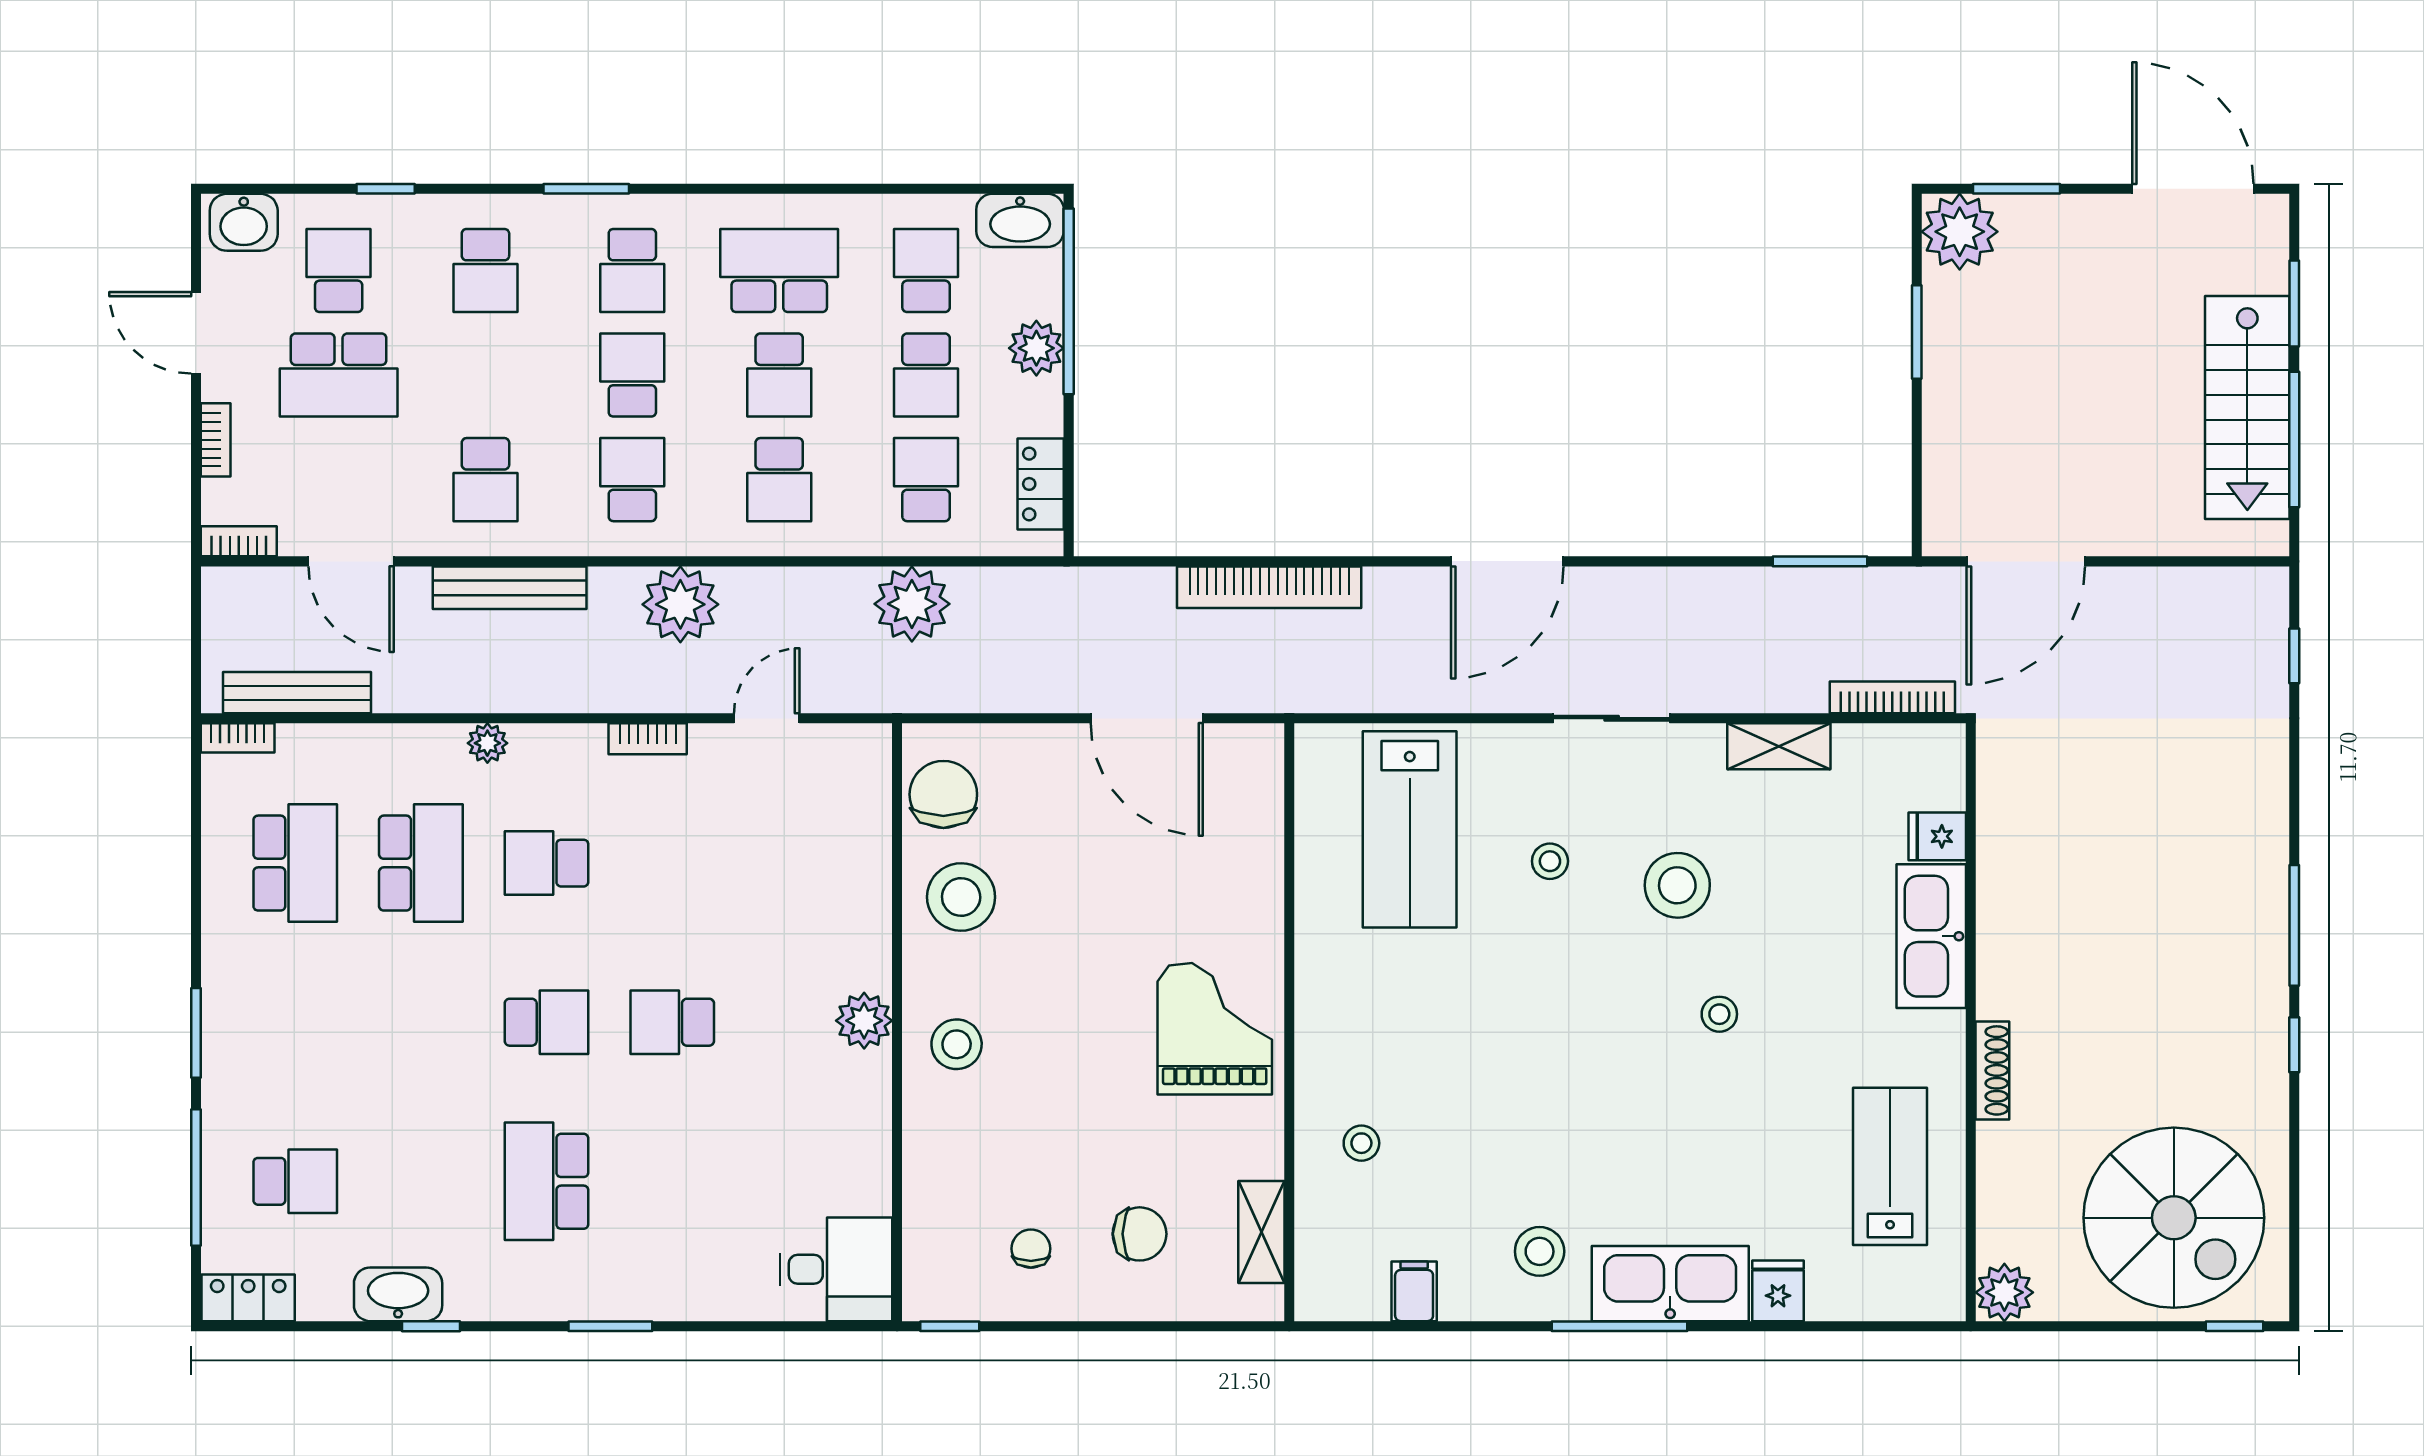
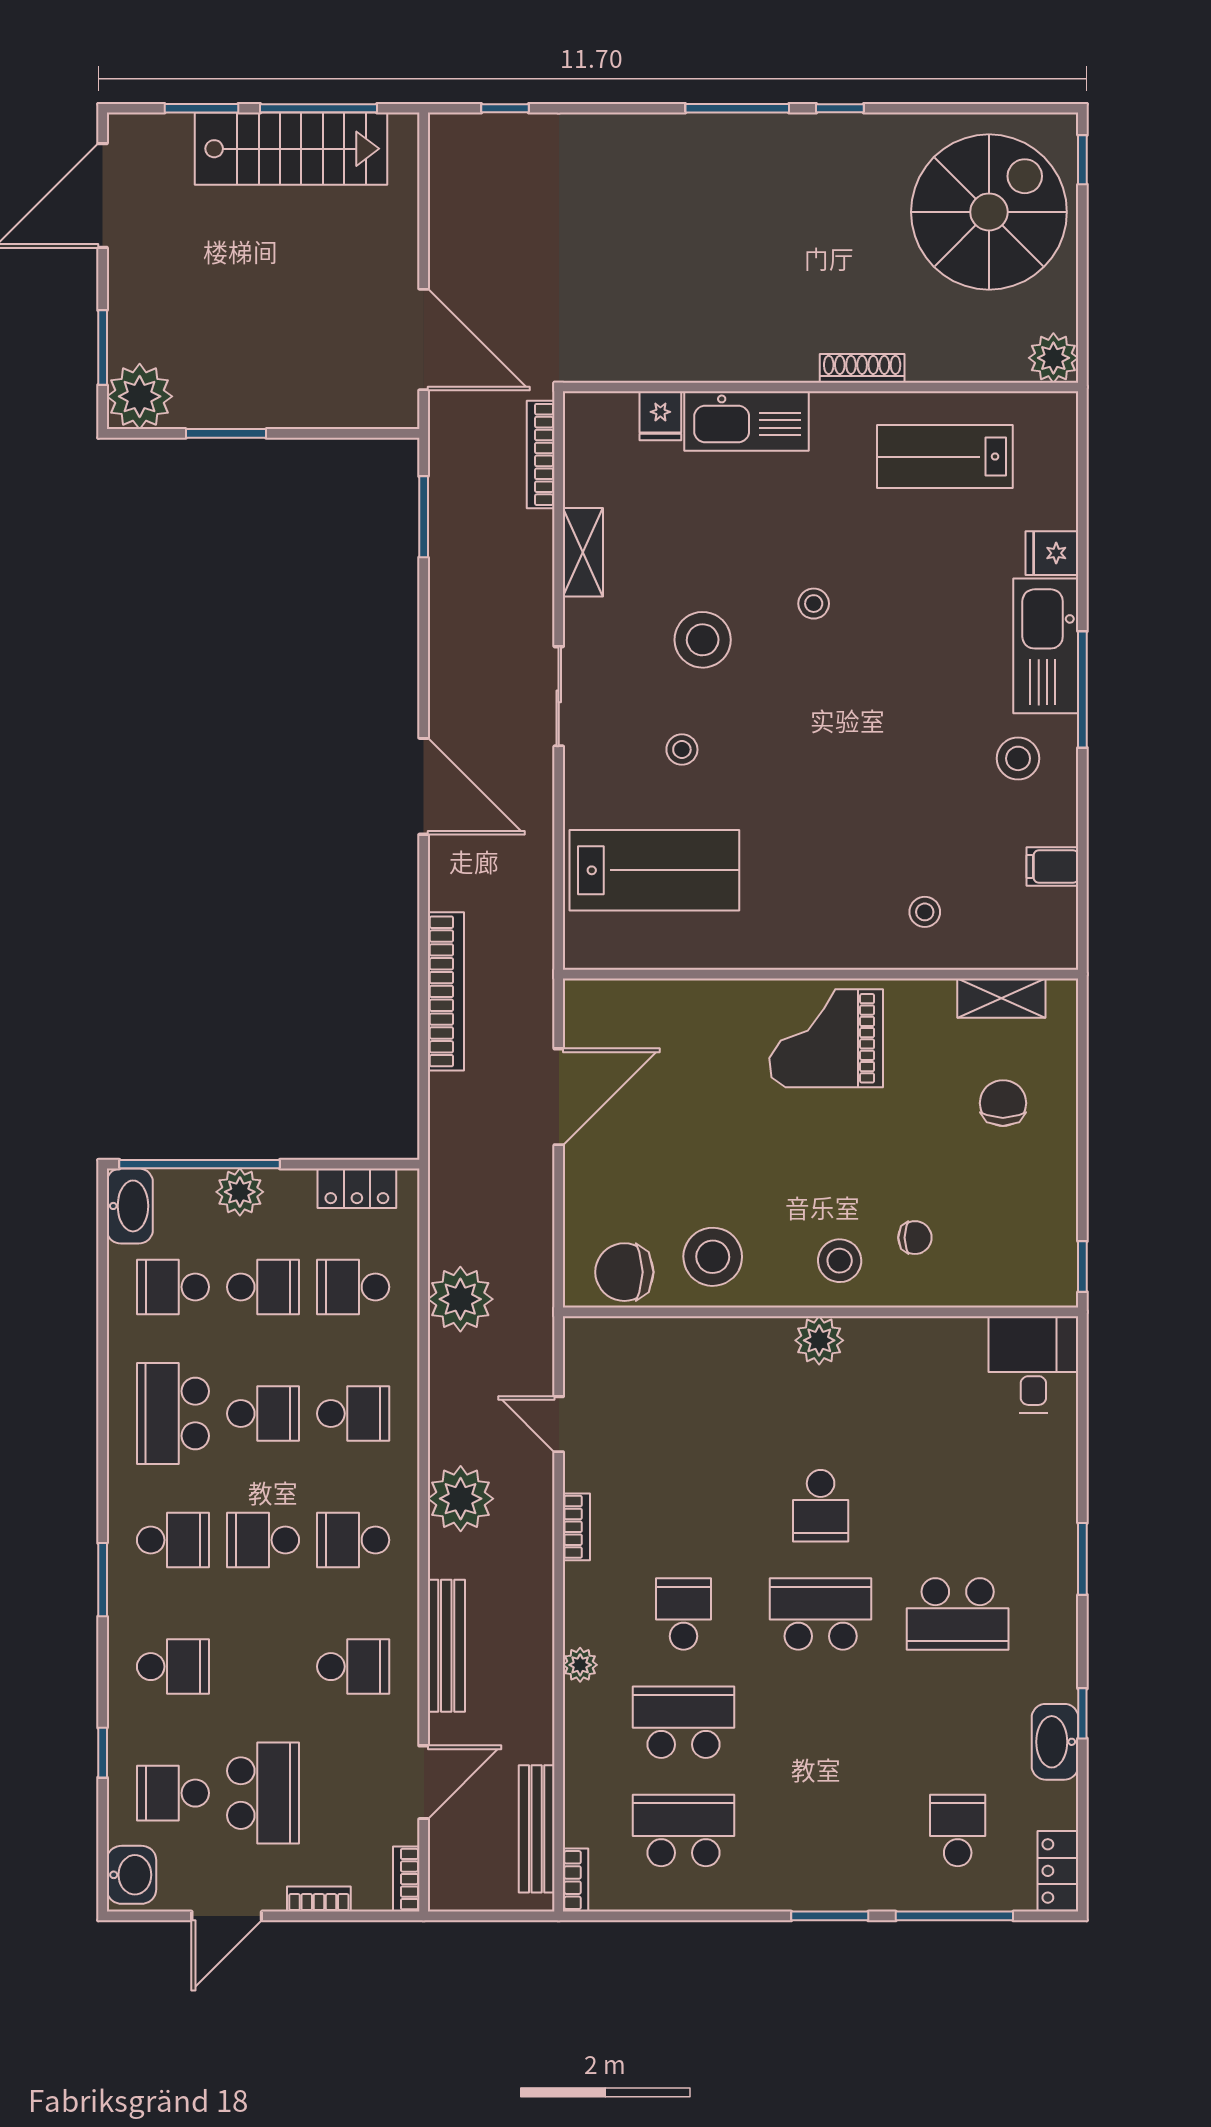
school desk: (547, 863) -> (683, 1614), turned 180
school desk: (547, 1022) -> (821, 1614), width x1.85
chair: (1031, 1249) -> (915, 1238), moved, turned 180

